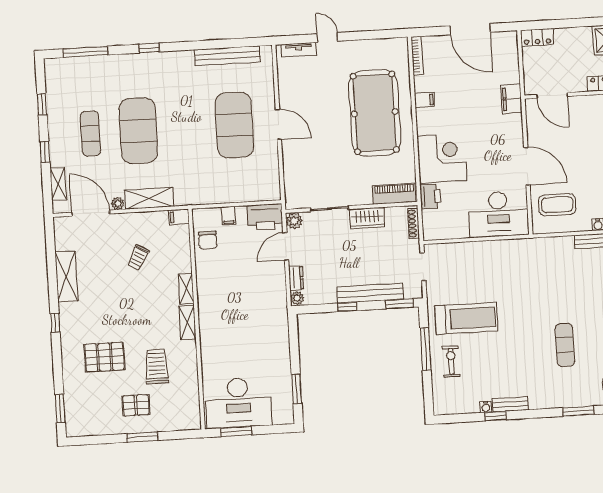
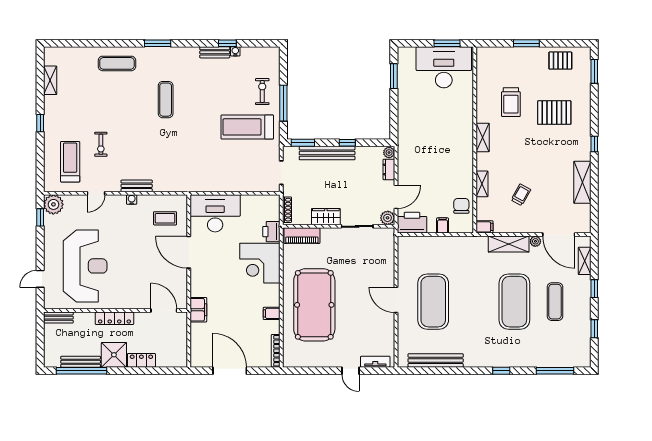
locker: (537, 37) -> (141, 360), moved
coffee table: (557, 205) -> (165, 218), width x0.73, depth x0.77
shelving: (186, 289) -> (482, 184), moved
exercise bike: (451, 361) -> (262, 91), turned 180
pallet: (136, 405) -> (560, 61), moved

